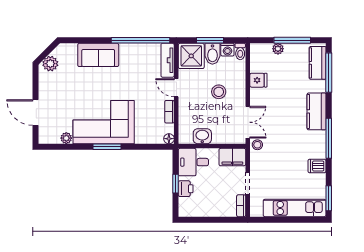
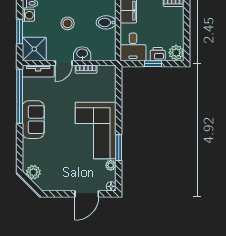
bidet: (212, 54) -> (106, 22), moved, turned 180
sofa: (98, 55) -> (33, 120), moved
plant: (50, 64) -> (33, 172), moved
washbasin: (202, 136) -> (82, 54), moved, turned 90
floor lamp: (169, 139) -> (111, 186), moved
window: (107, 147) -> (119, 148), moved
plant: (187, 209) -> (176, 53), added

